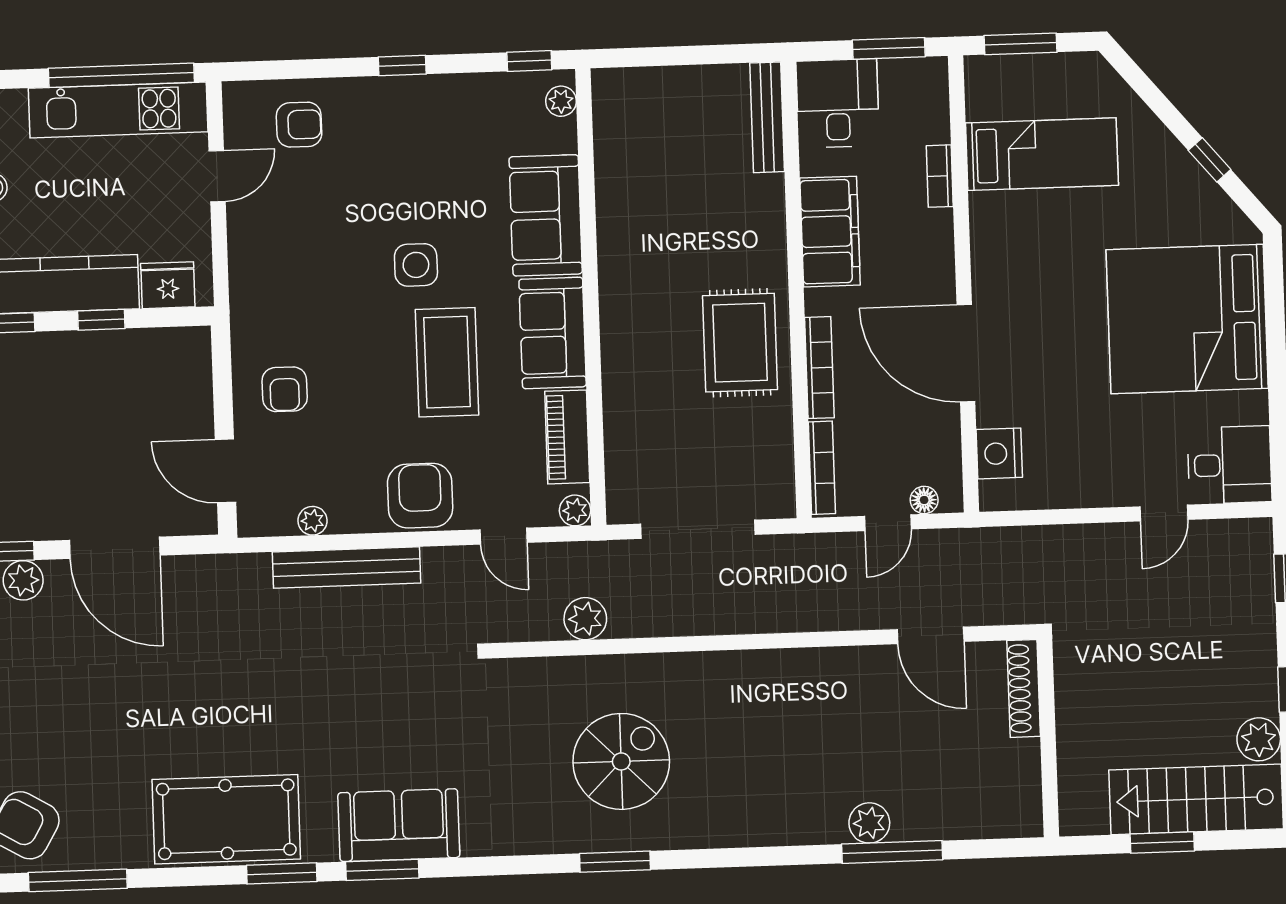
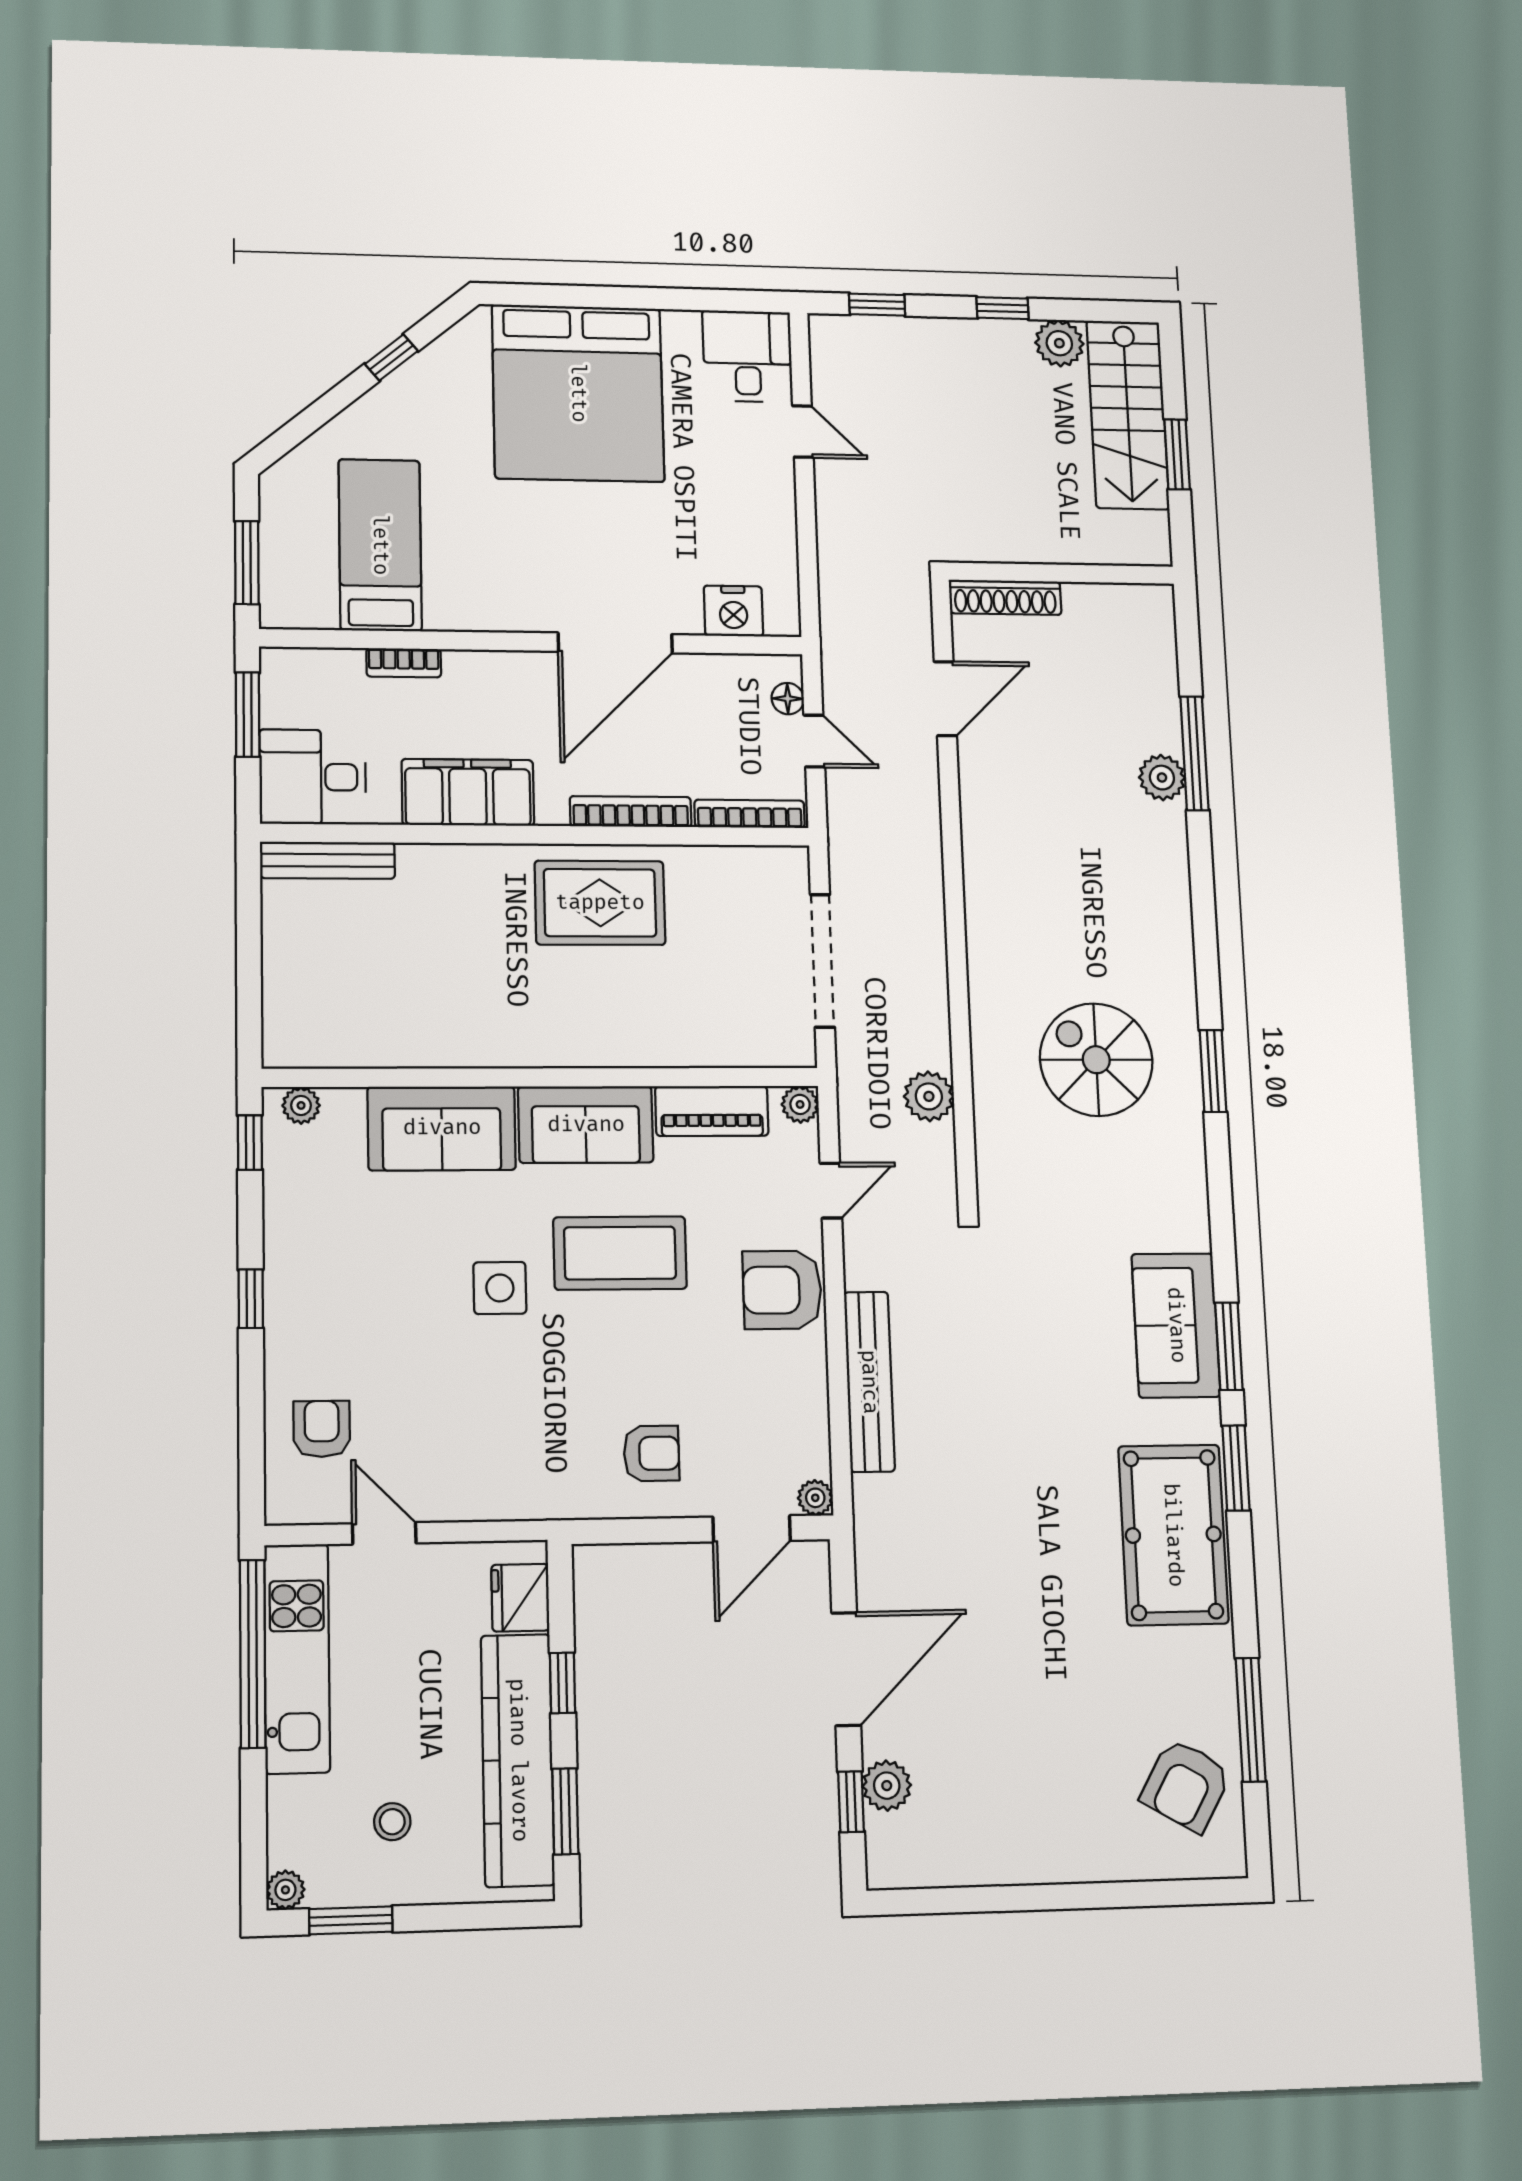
plant: (312, 521) -> (815, 1498), moved

